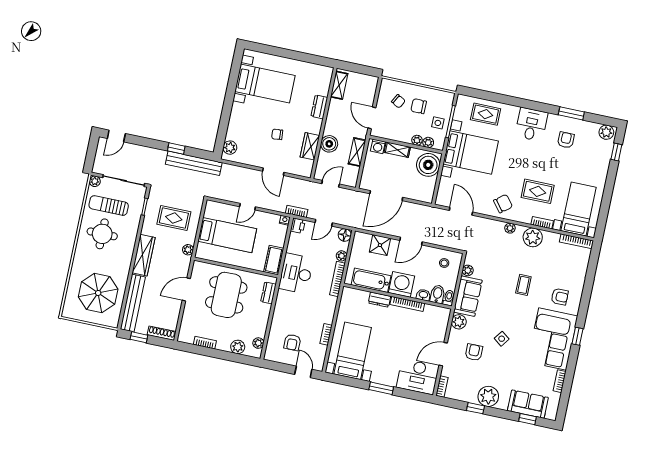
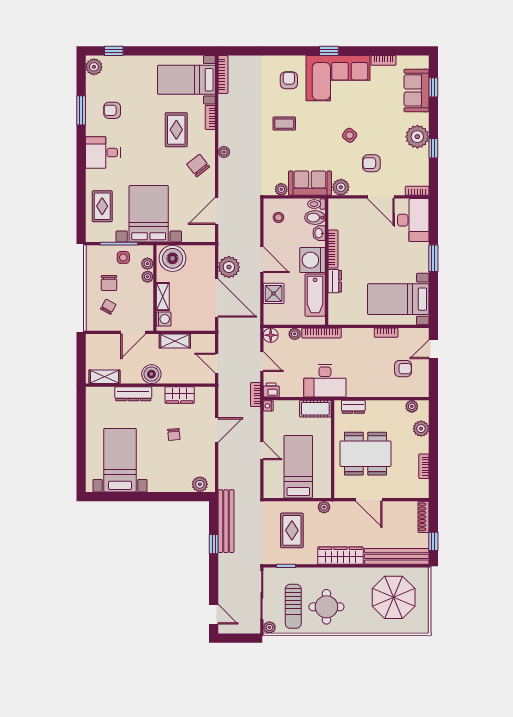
dresser: (319, 107) -> (133, 394), width x1.44
boiler: (329, 144) -> (151, 374), moved
plant: (533, 237) -> (229, 267), moved

